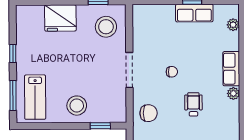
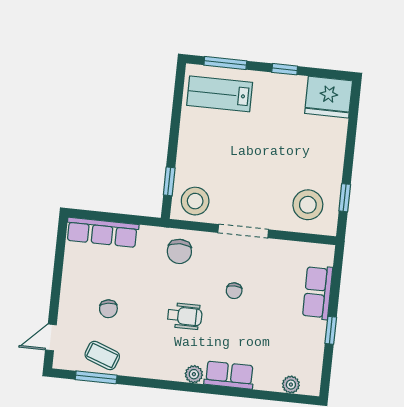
row of seats: (194, 13) -> (318, 292), moved
fridge: (60, 18) -> (329, 97), moved, turned -90
stool: (77, 106) -> (195, 201), moved

